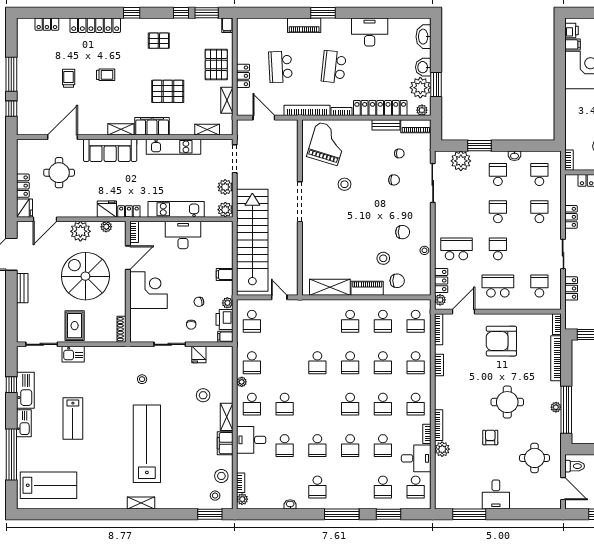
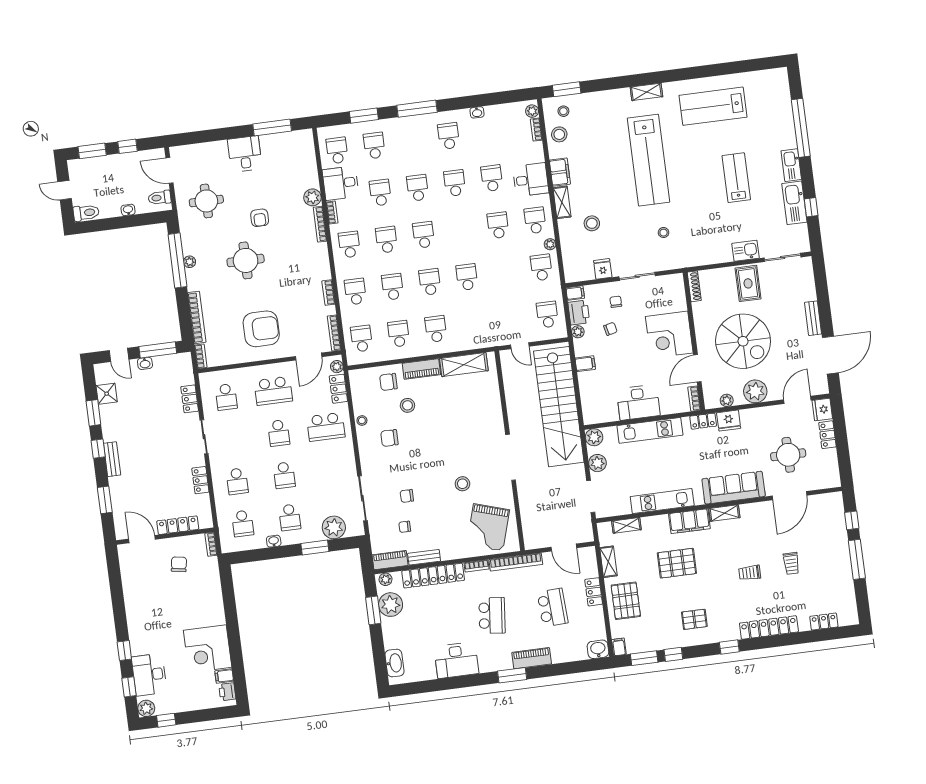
washbasin: (423, 67) -> (598, 649), moved, turned -90
lab bench: (49, 485) -> (713, 106), moved

